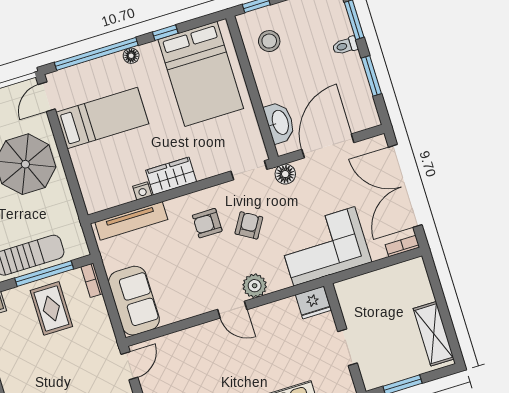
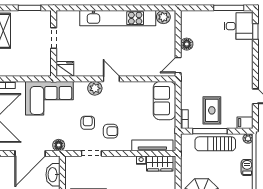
doorway: (249, 170) -> (91, 153), moved
wardrobe: (171, 176) -> (160, 164), moved
armchair: (249, 225) -> (88, 123), turned 149

